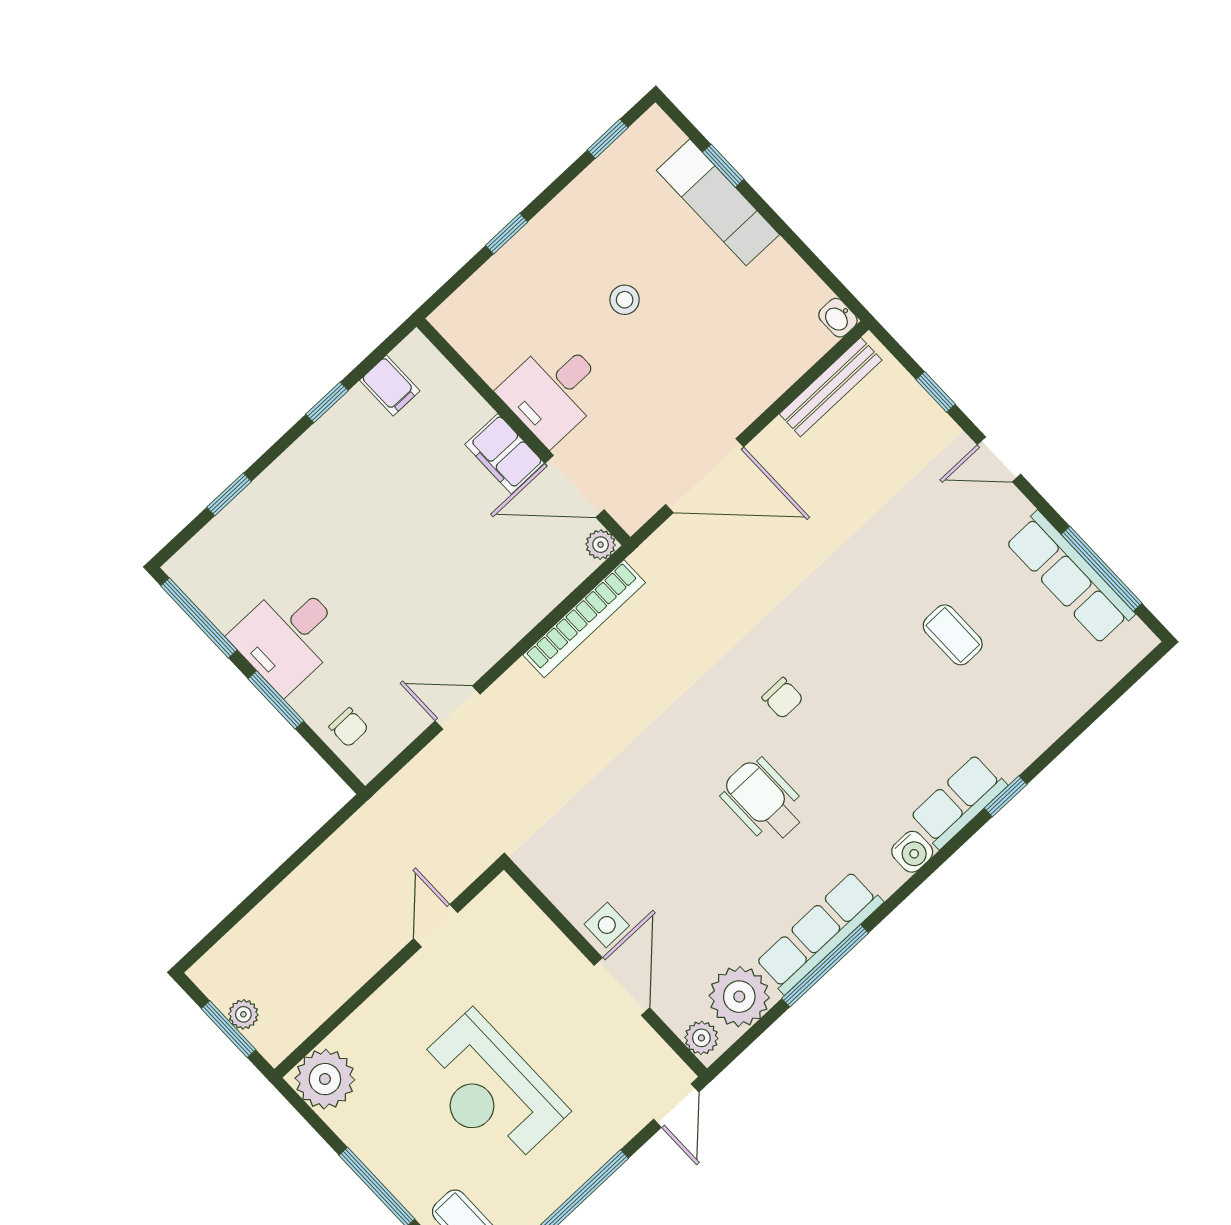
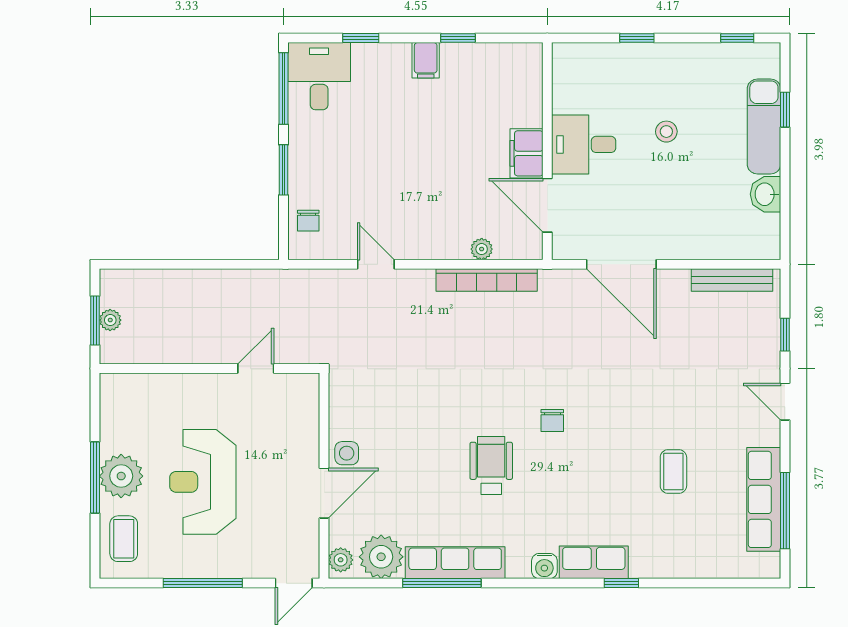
washbasin: (838, 318) -> (766, 194), moved, width x1.38, depth x1.45
filing cabinet: (390, 386) -> (426, 60), moved
plant: (601, 545) -> (482, 249), moved
desk: (288, 636) -> (319, 76), moved, turned 90
plant: (325, 1079) -> (121, 476), moved

